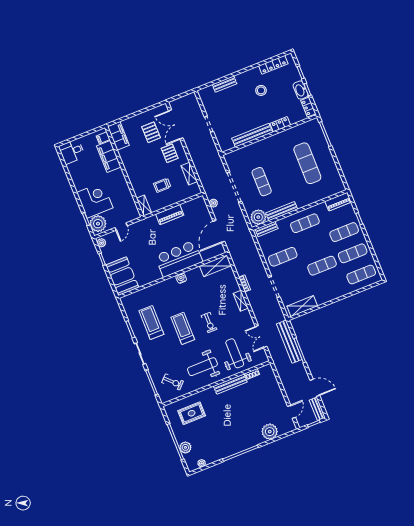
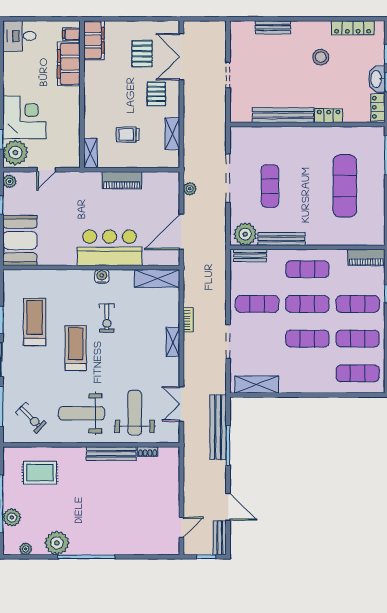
exercise mat: (313, 244) -> (307, 304), added
exercise bike: (209, 323) -> (107, 318), moved
plant: (270, 432) -> (57, 543), moved

